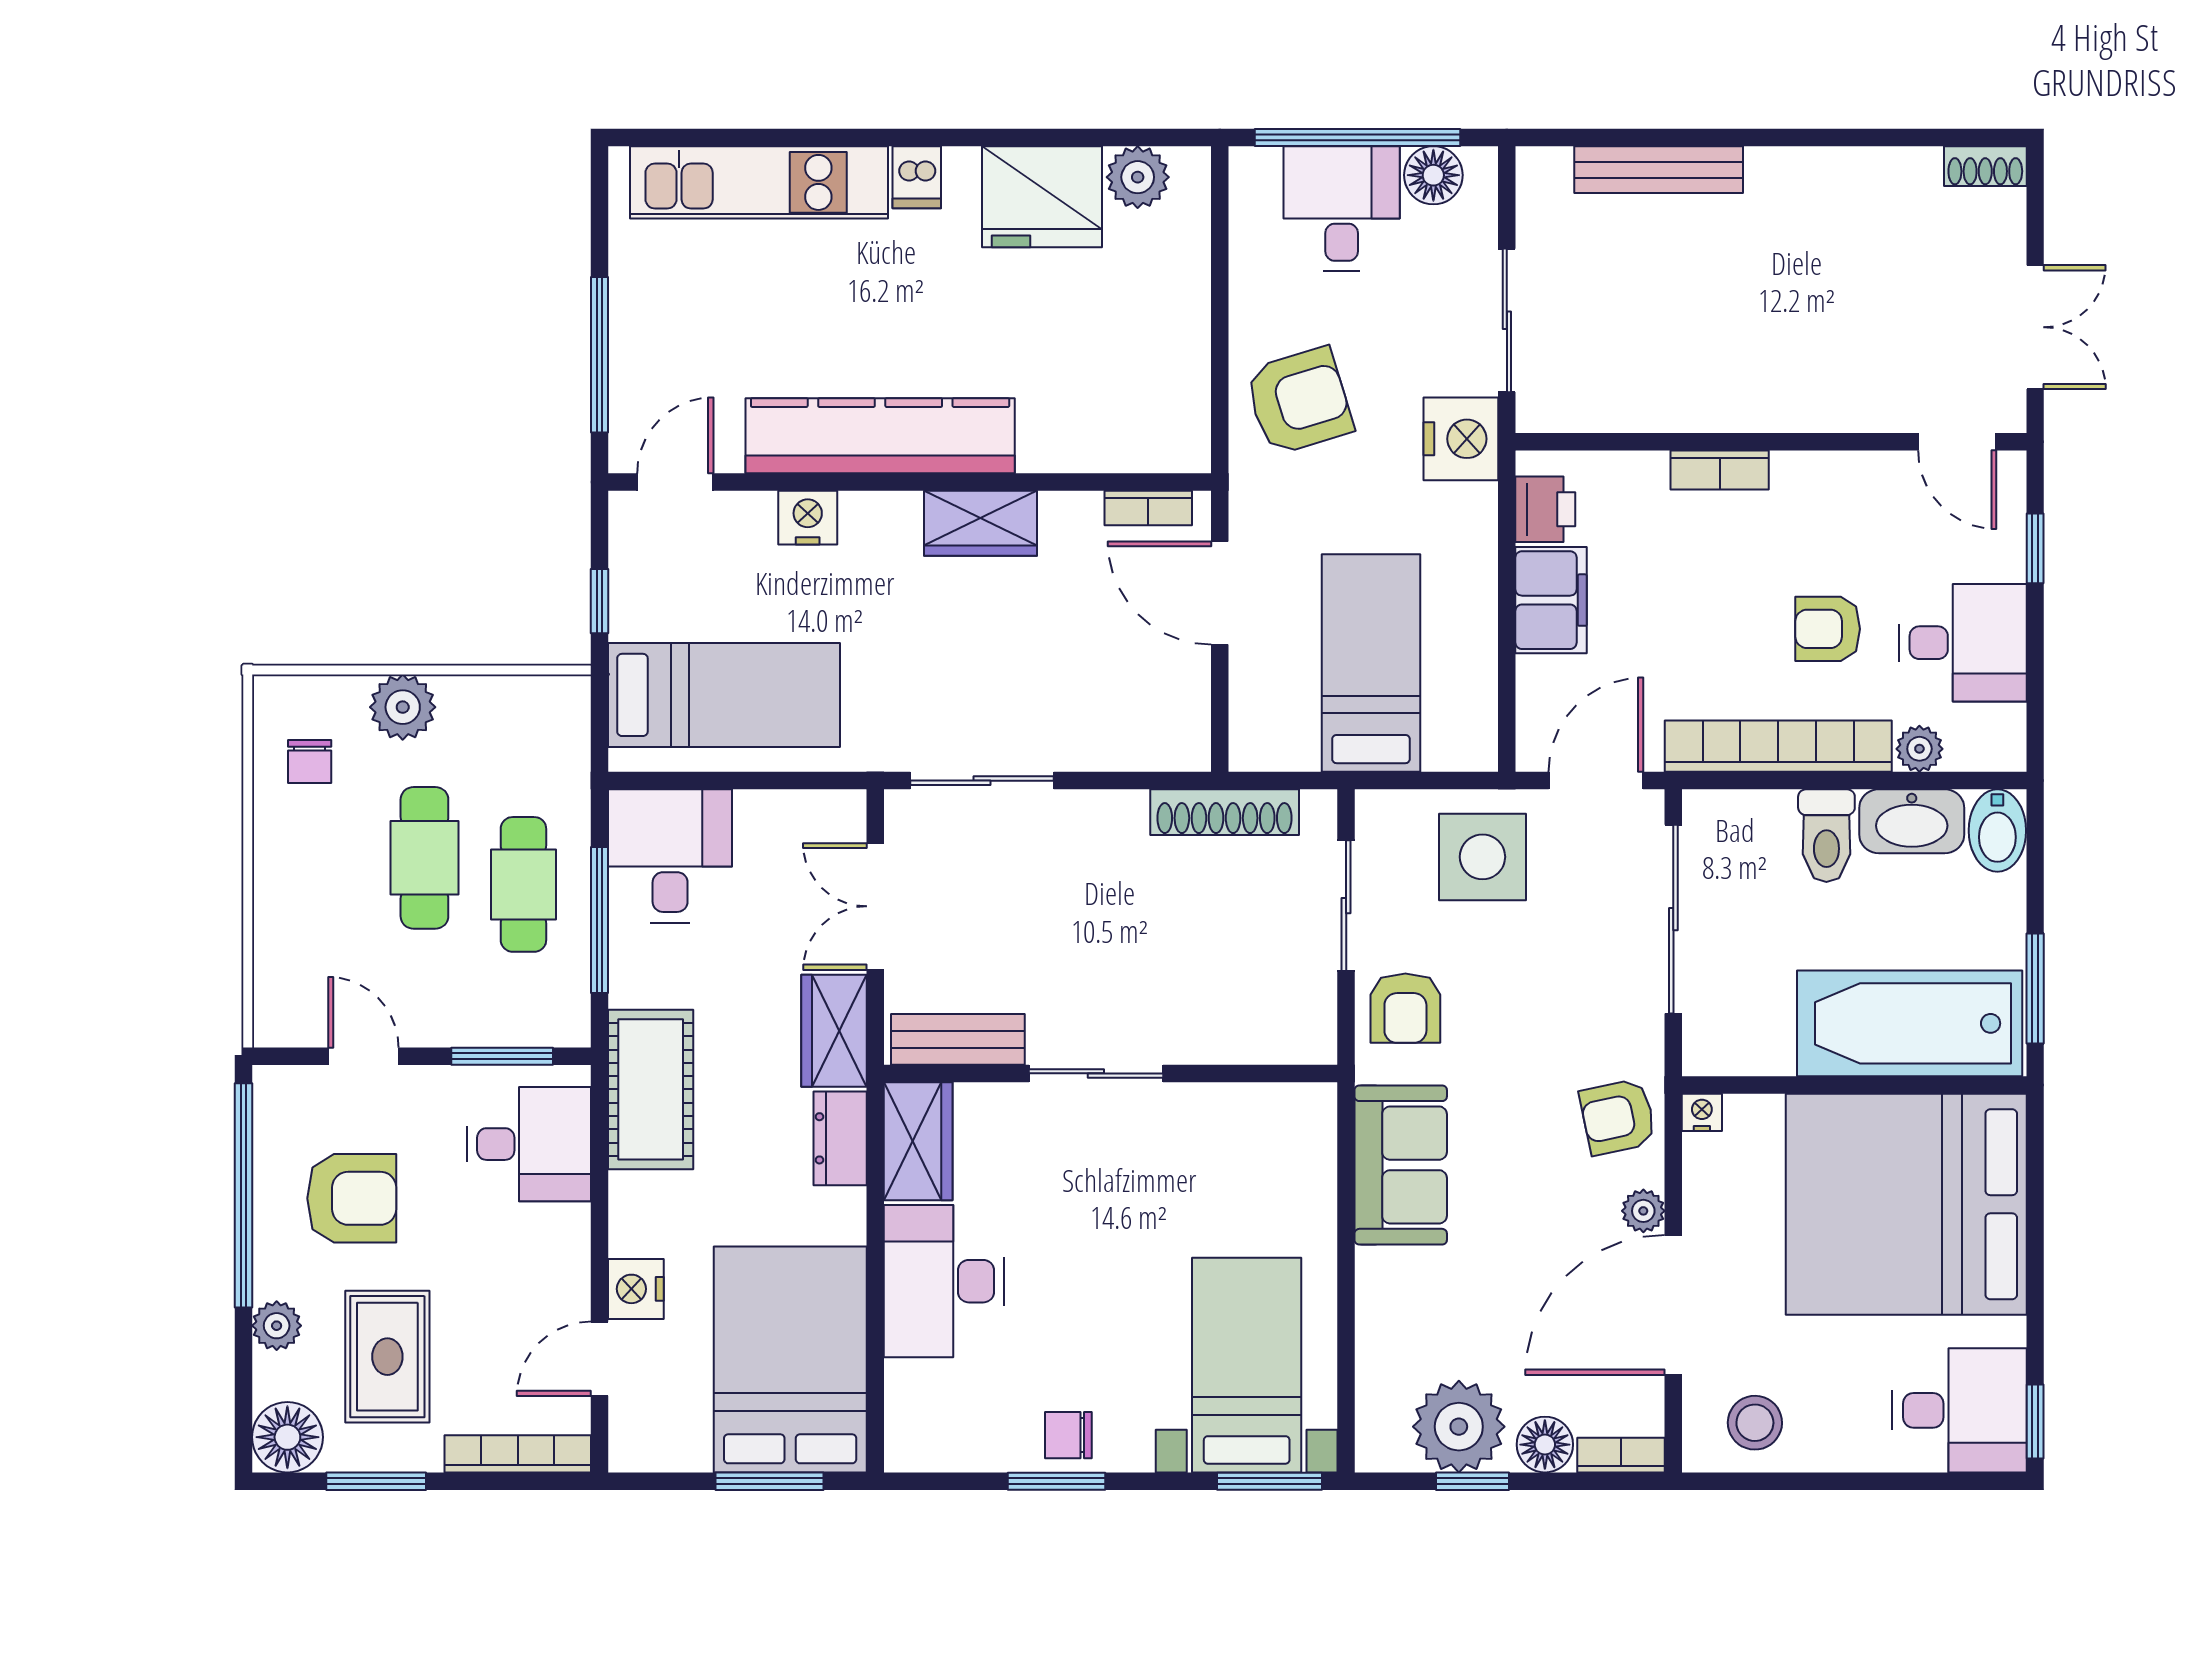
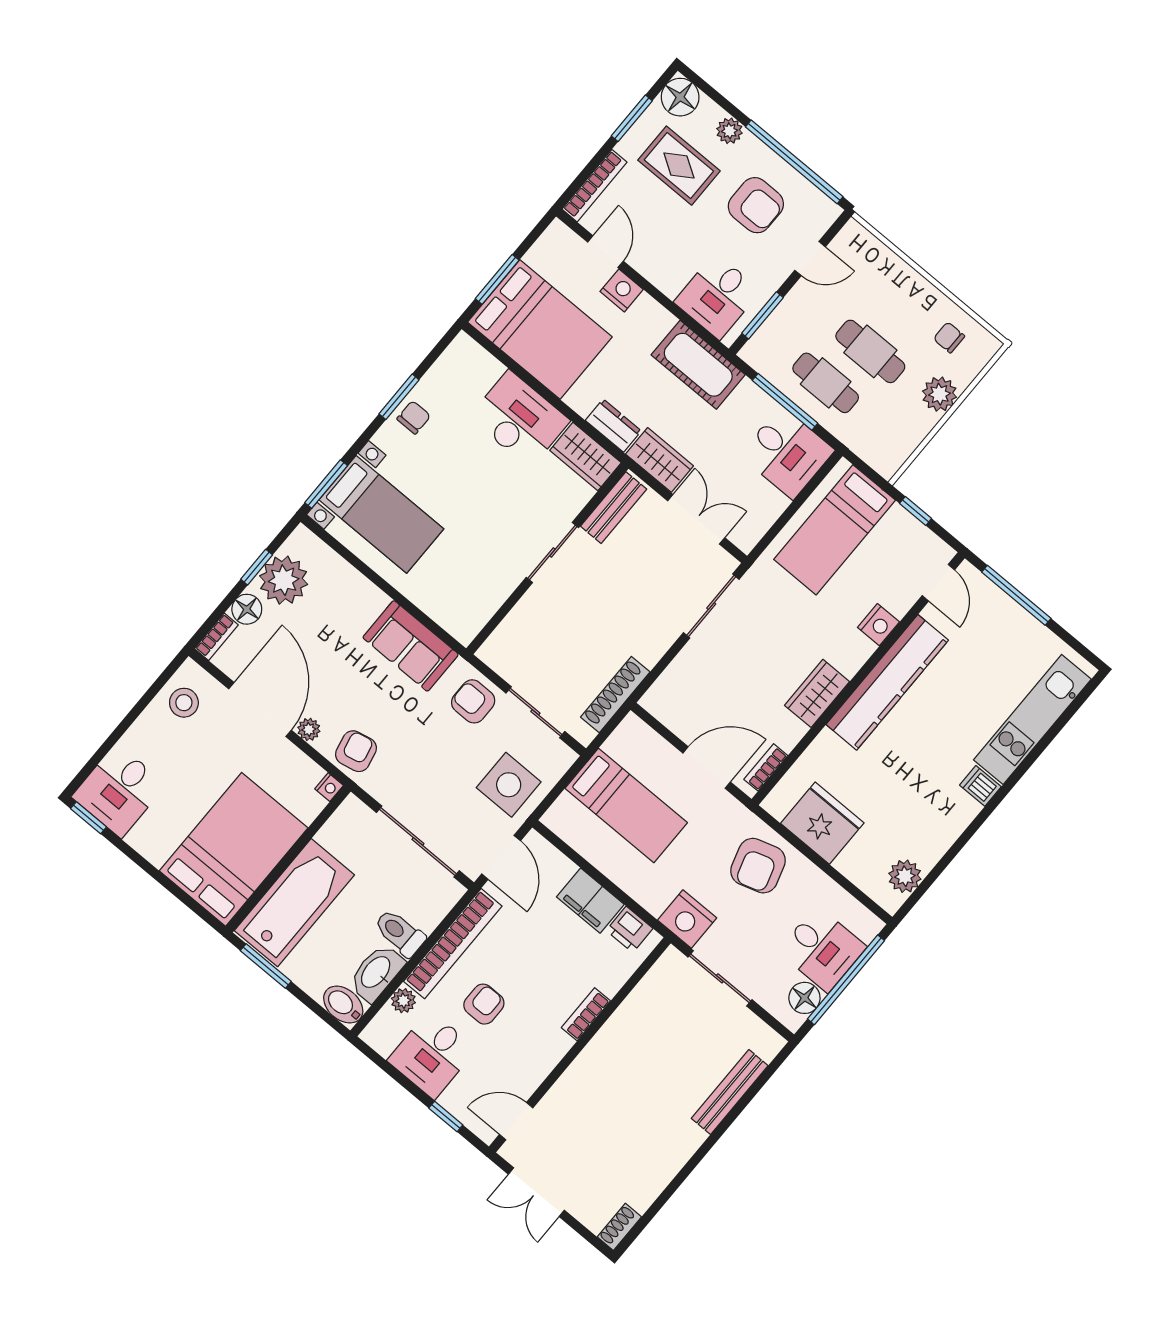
fridge: (1042, 197) -> (822, 823), moved, turned 90
armchair: (352, 1198) -> (756, 205), turned -90
bed: (1906, 1204) -> (234, 849), width x0.73

